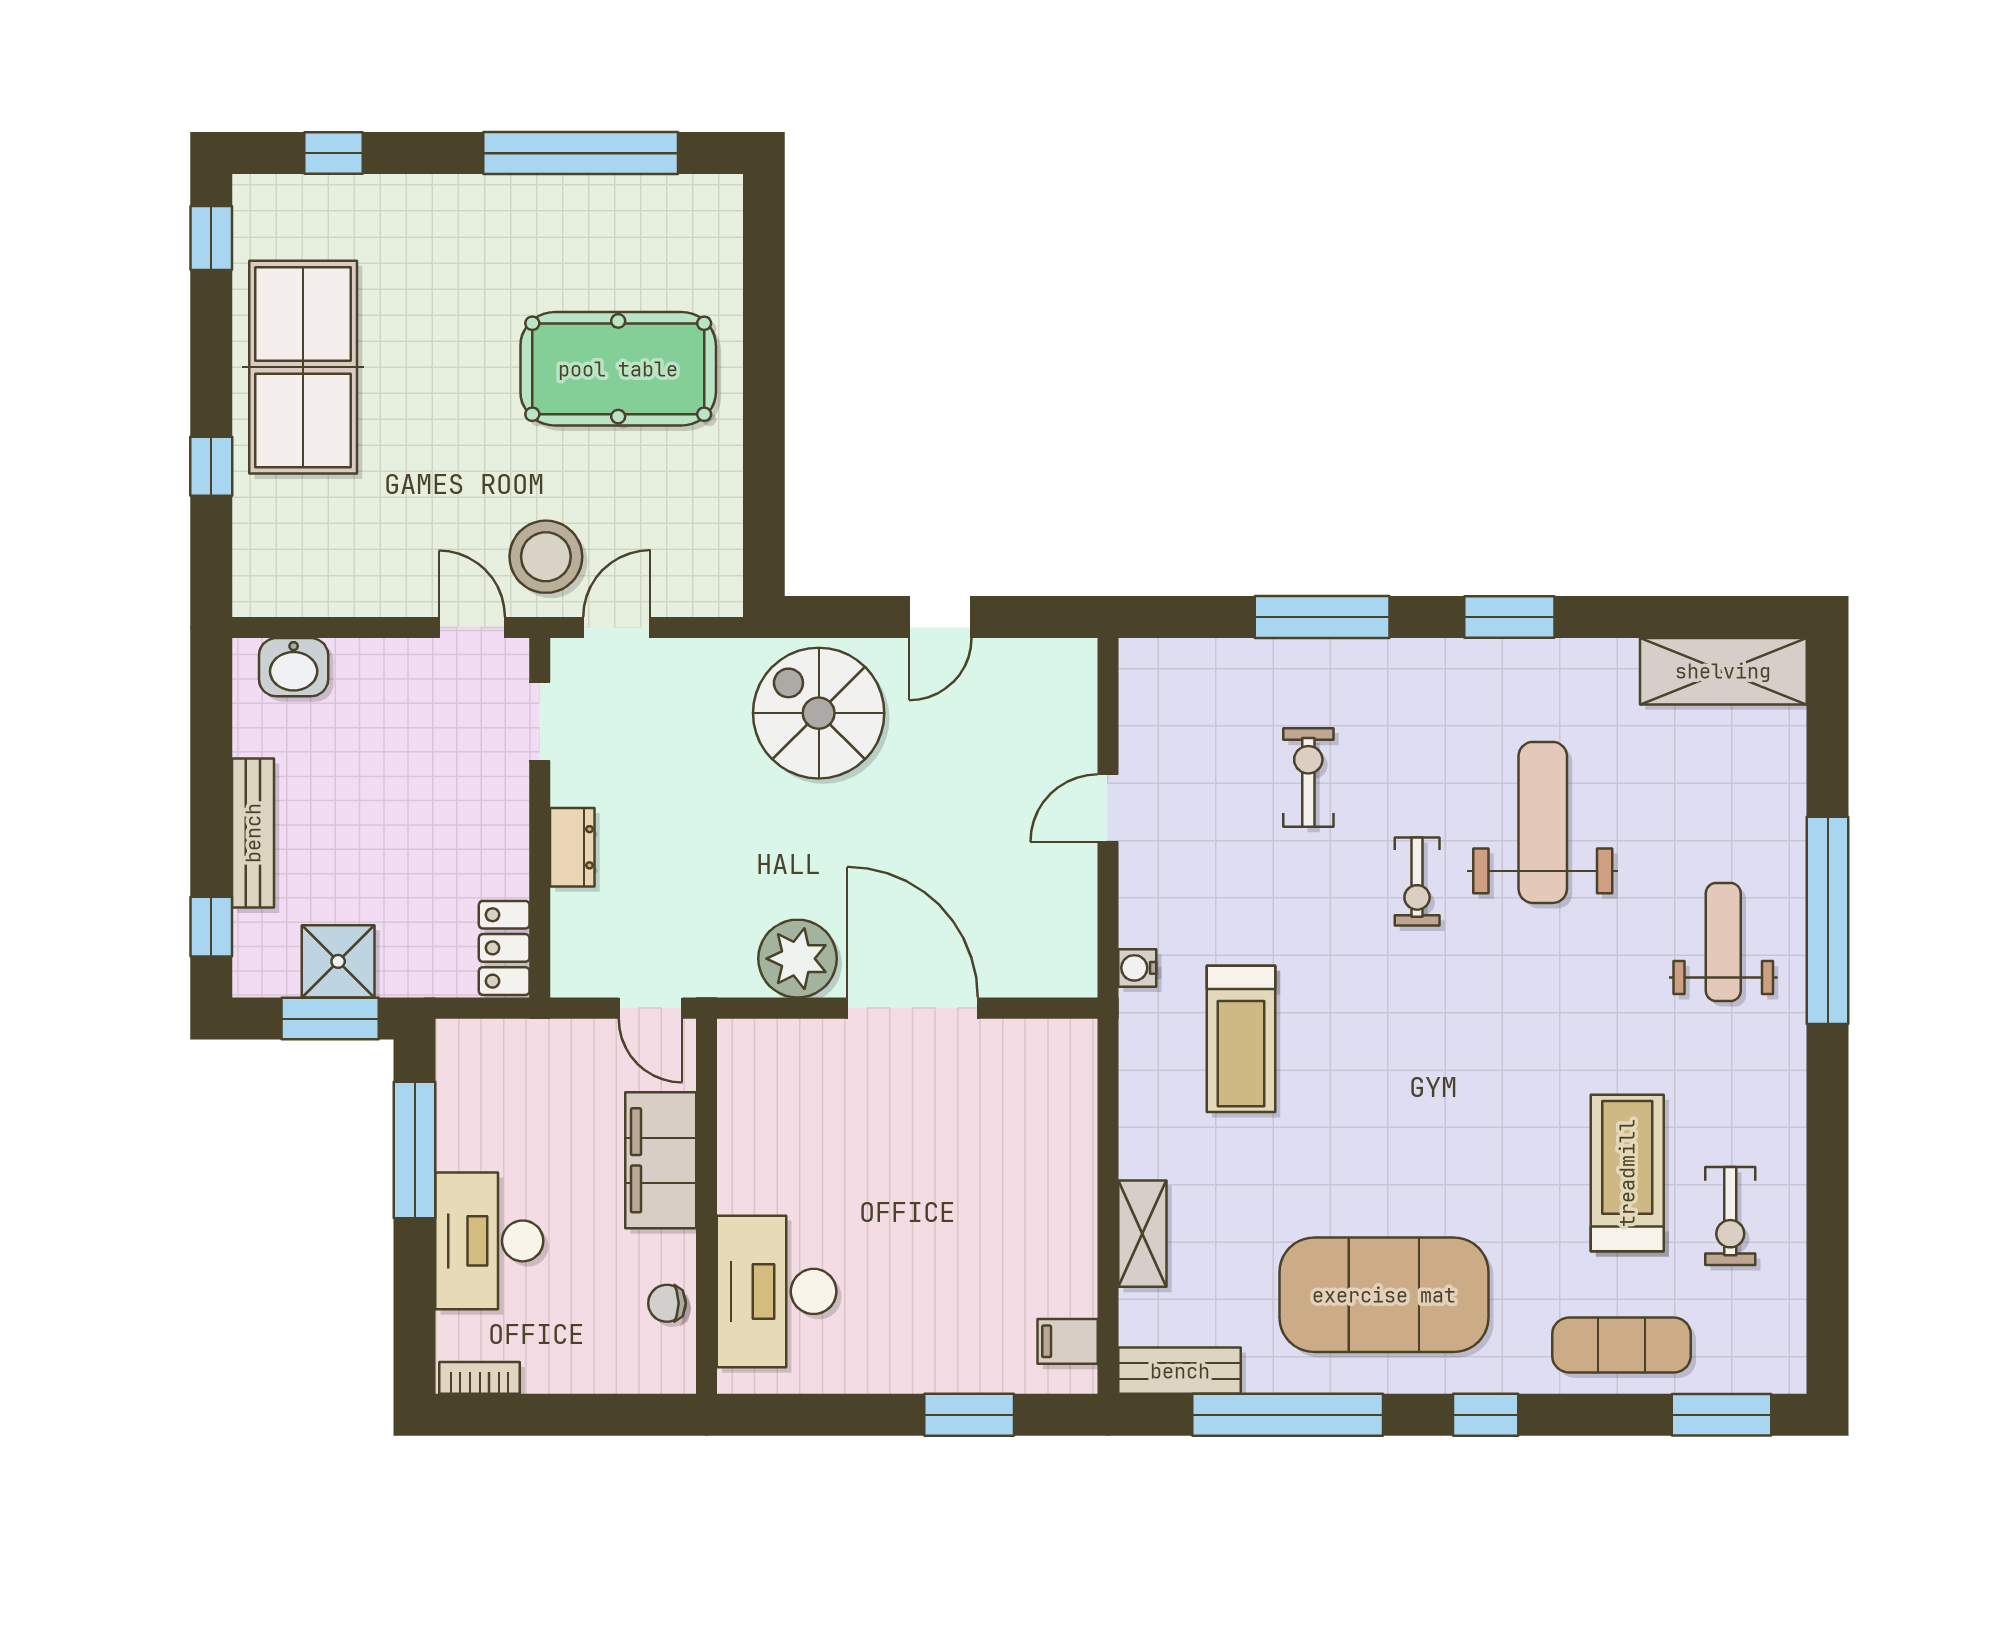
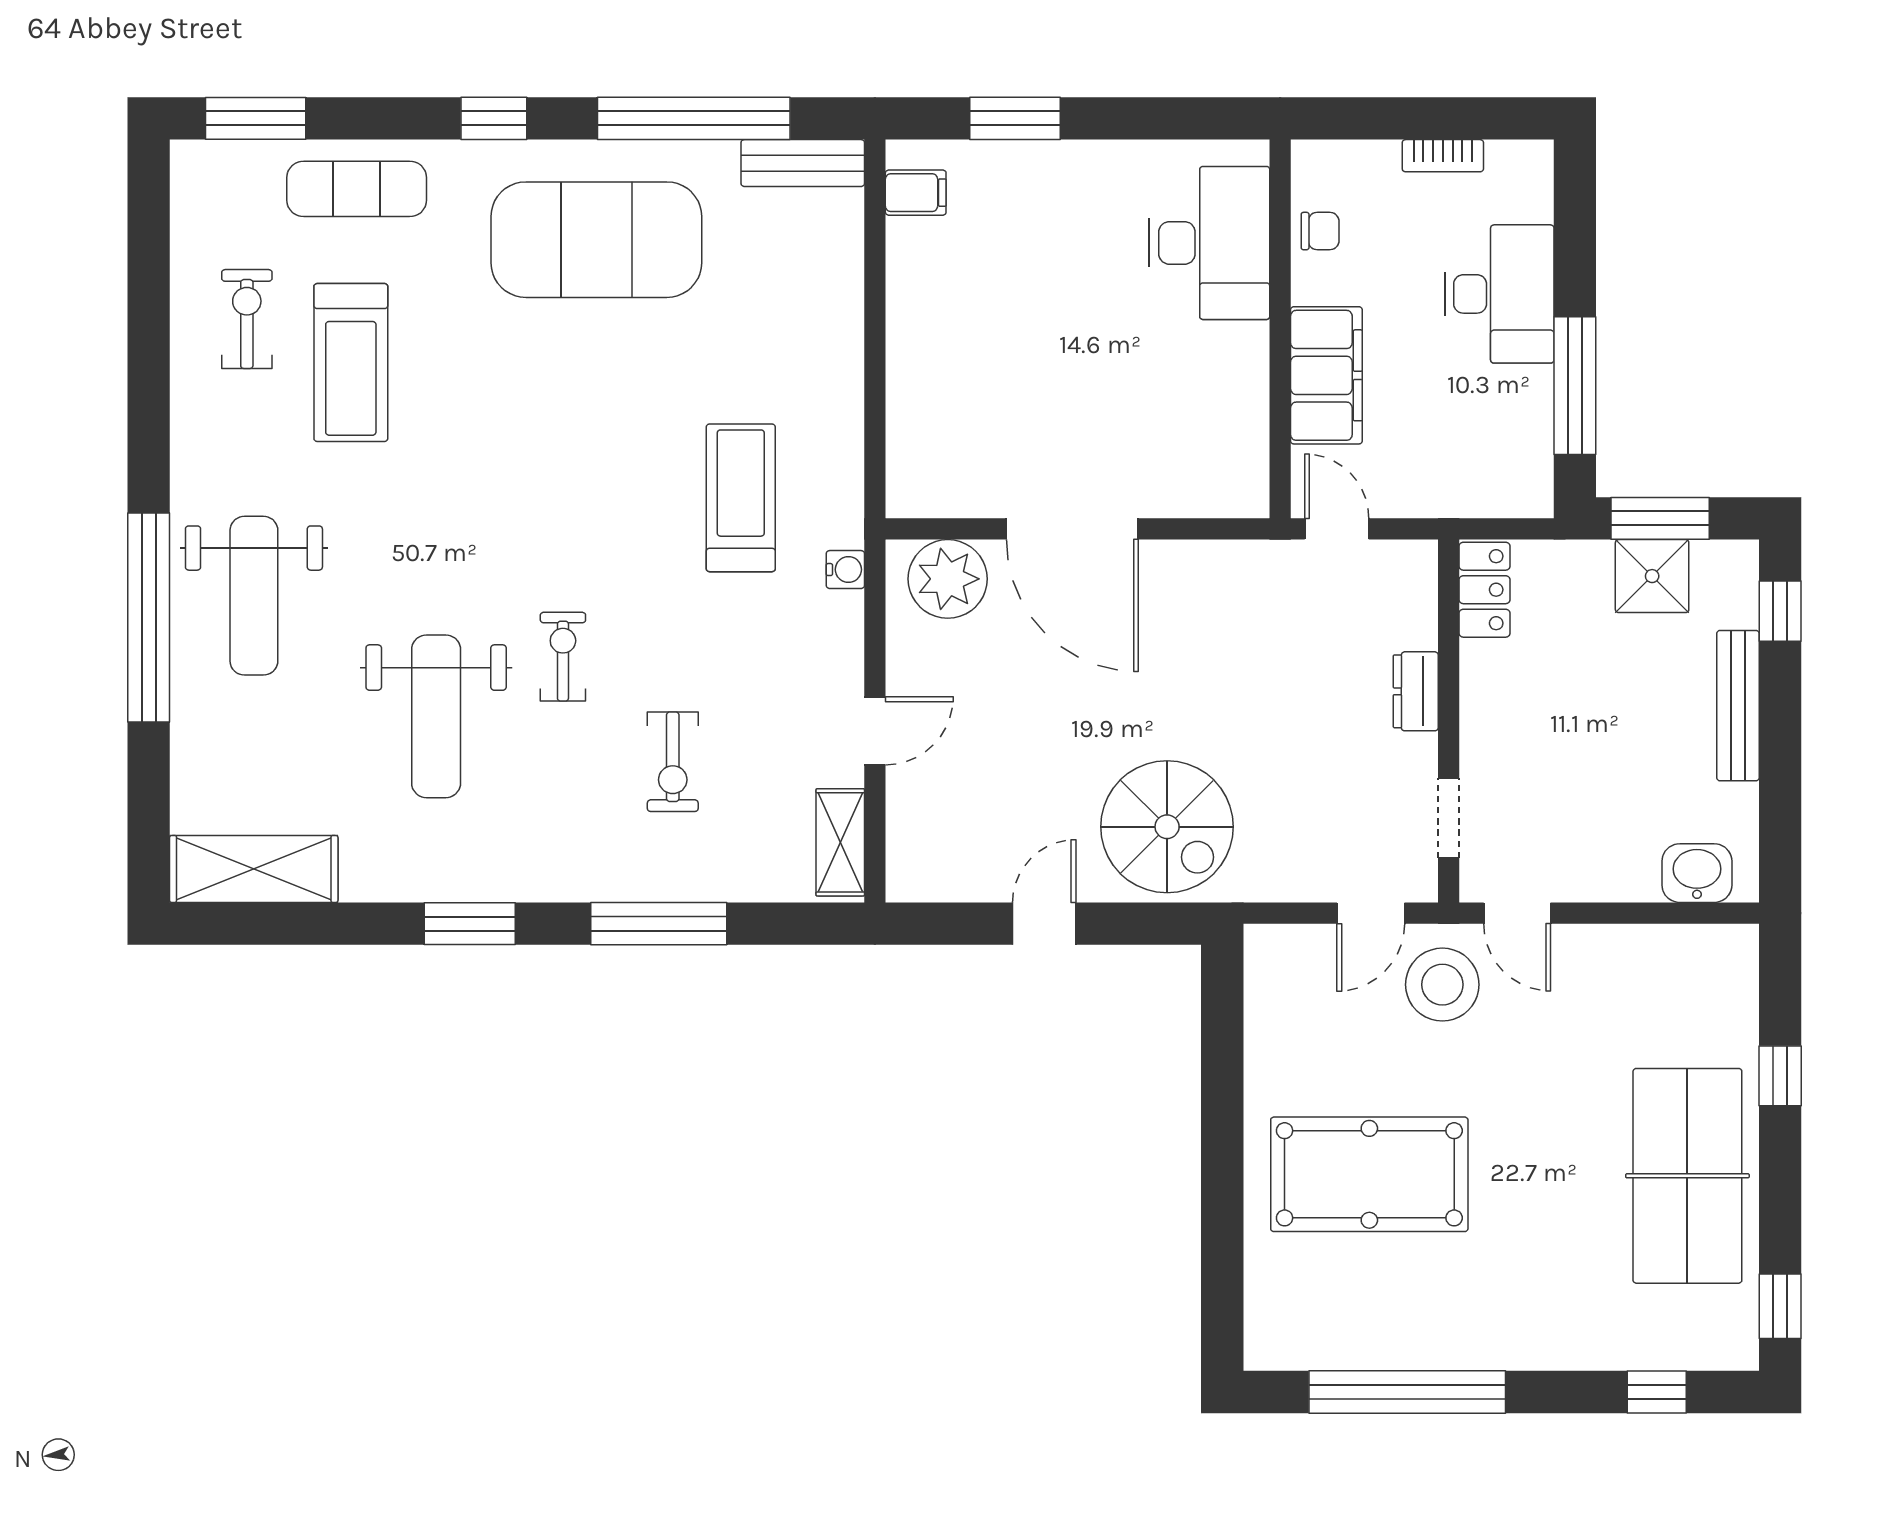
weight bench: (1723, 942) -> (254, 596), width x1.36, depth x1.33
plant: (798, 959) -> (948, 579), moved
shelving: (1142, 1234) -> (840, 842), moved
bookcase: (480, 1378) -> (1443, 156), moved

